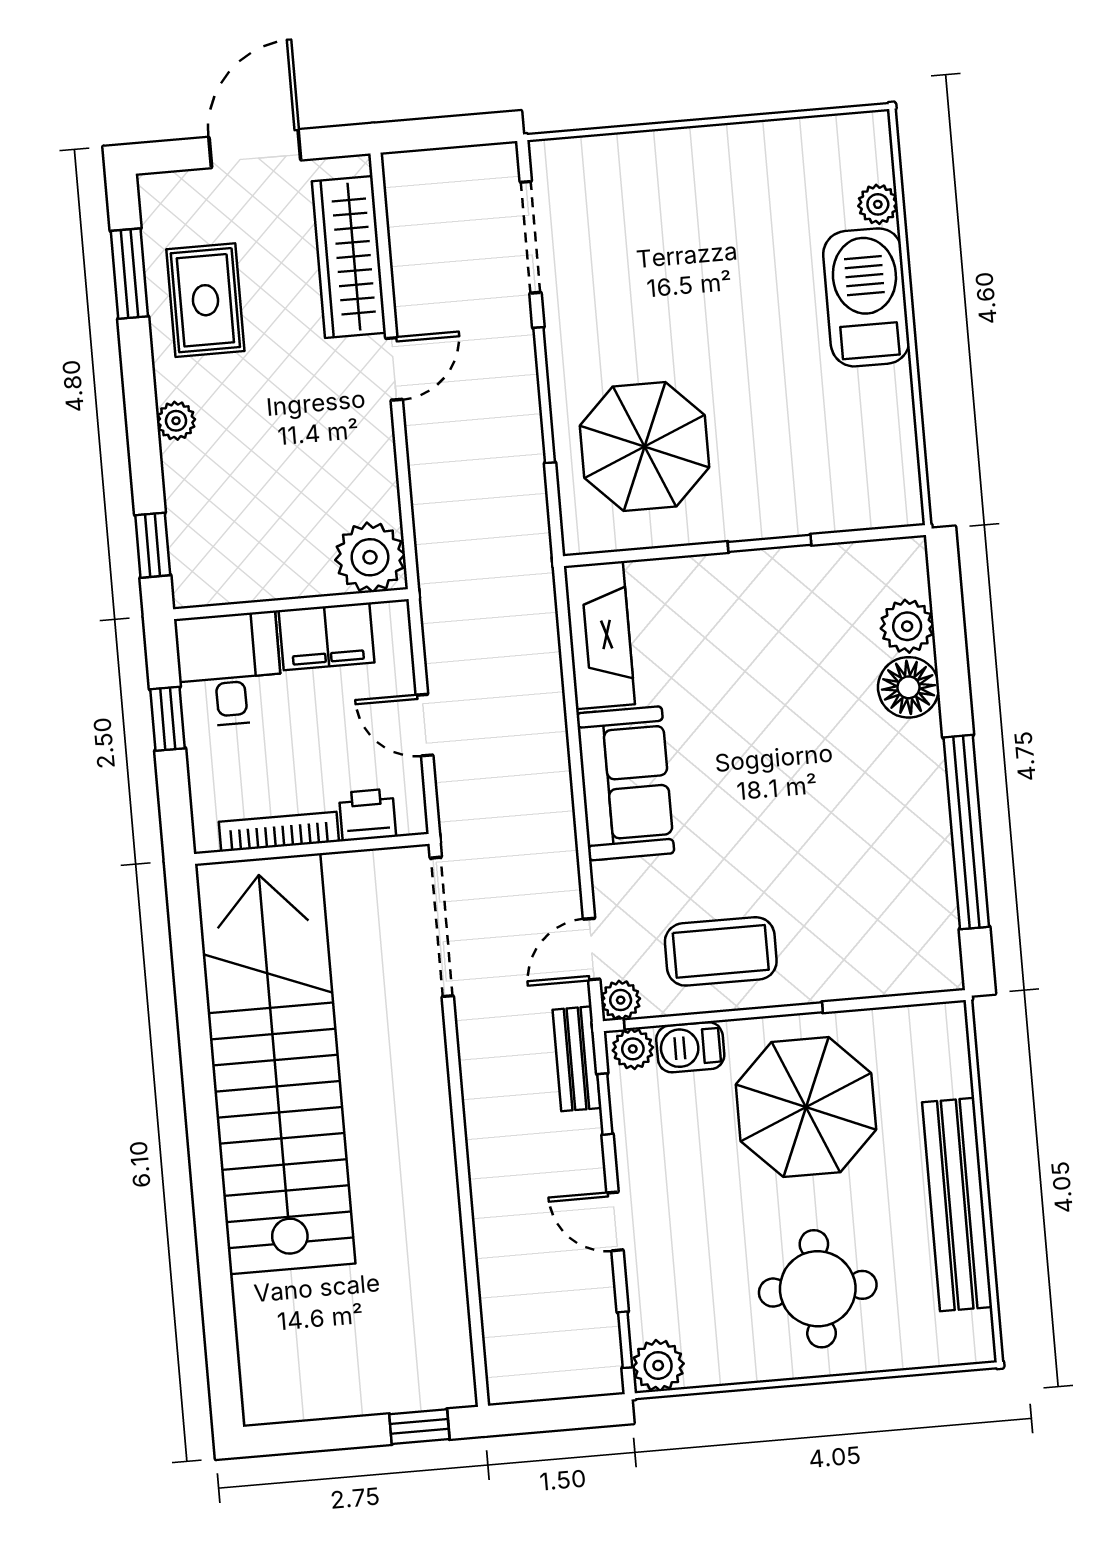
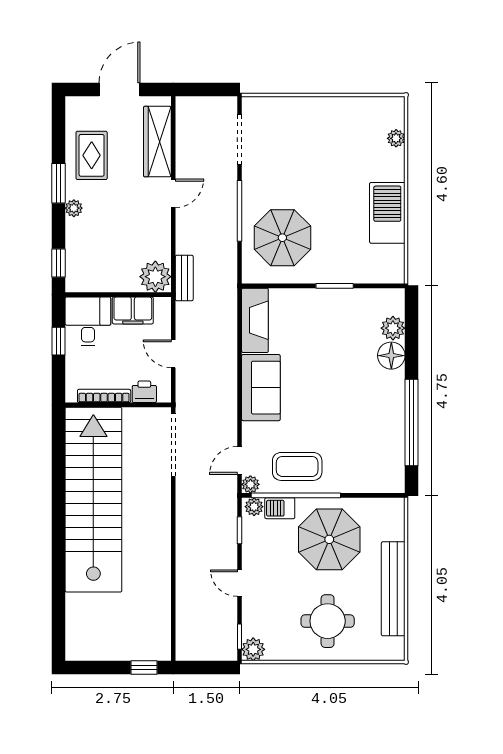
window: (129, 274) -> (59, 183), moved
barbecue: (866, 297) -> (387, 213), moved
bench: (577, 1059) -> (184, 278), moved

